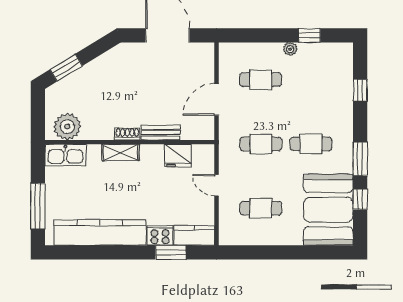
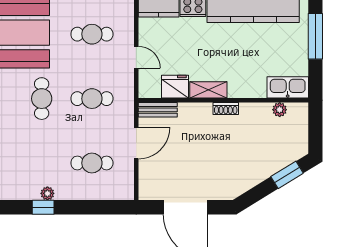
plant: (290, 49) -> (47, 193), moved
plant: (67, 127) -> (280, 110), width x0.53, depth x0.53
bench: (161, 133) -> (158, 110), moved
cafe table: (311, 144) -> (42, 99), turned 90
shelving: (121, 153) -> (208, 90), moved

